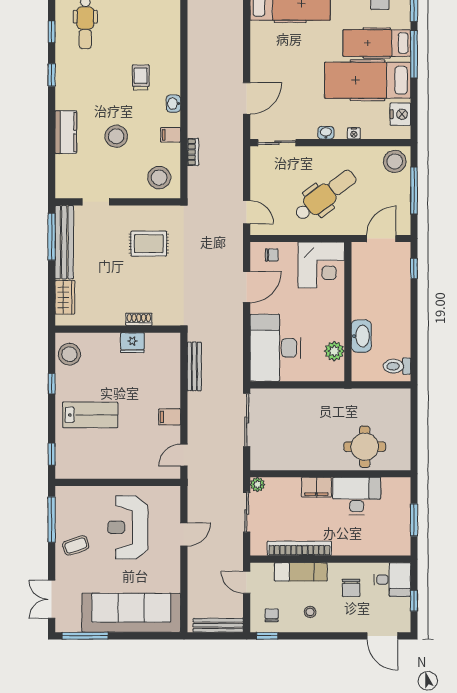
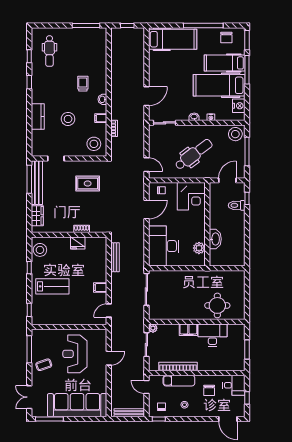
toilet: (397, 366) -> (237, 205), moved

